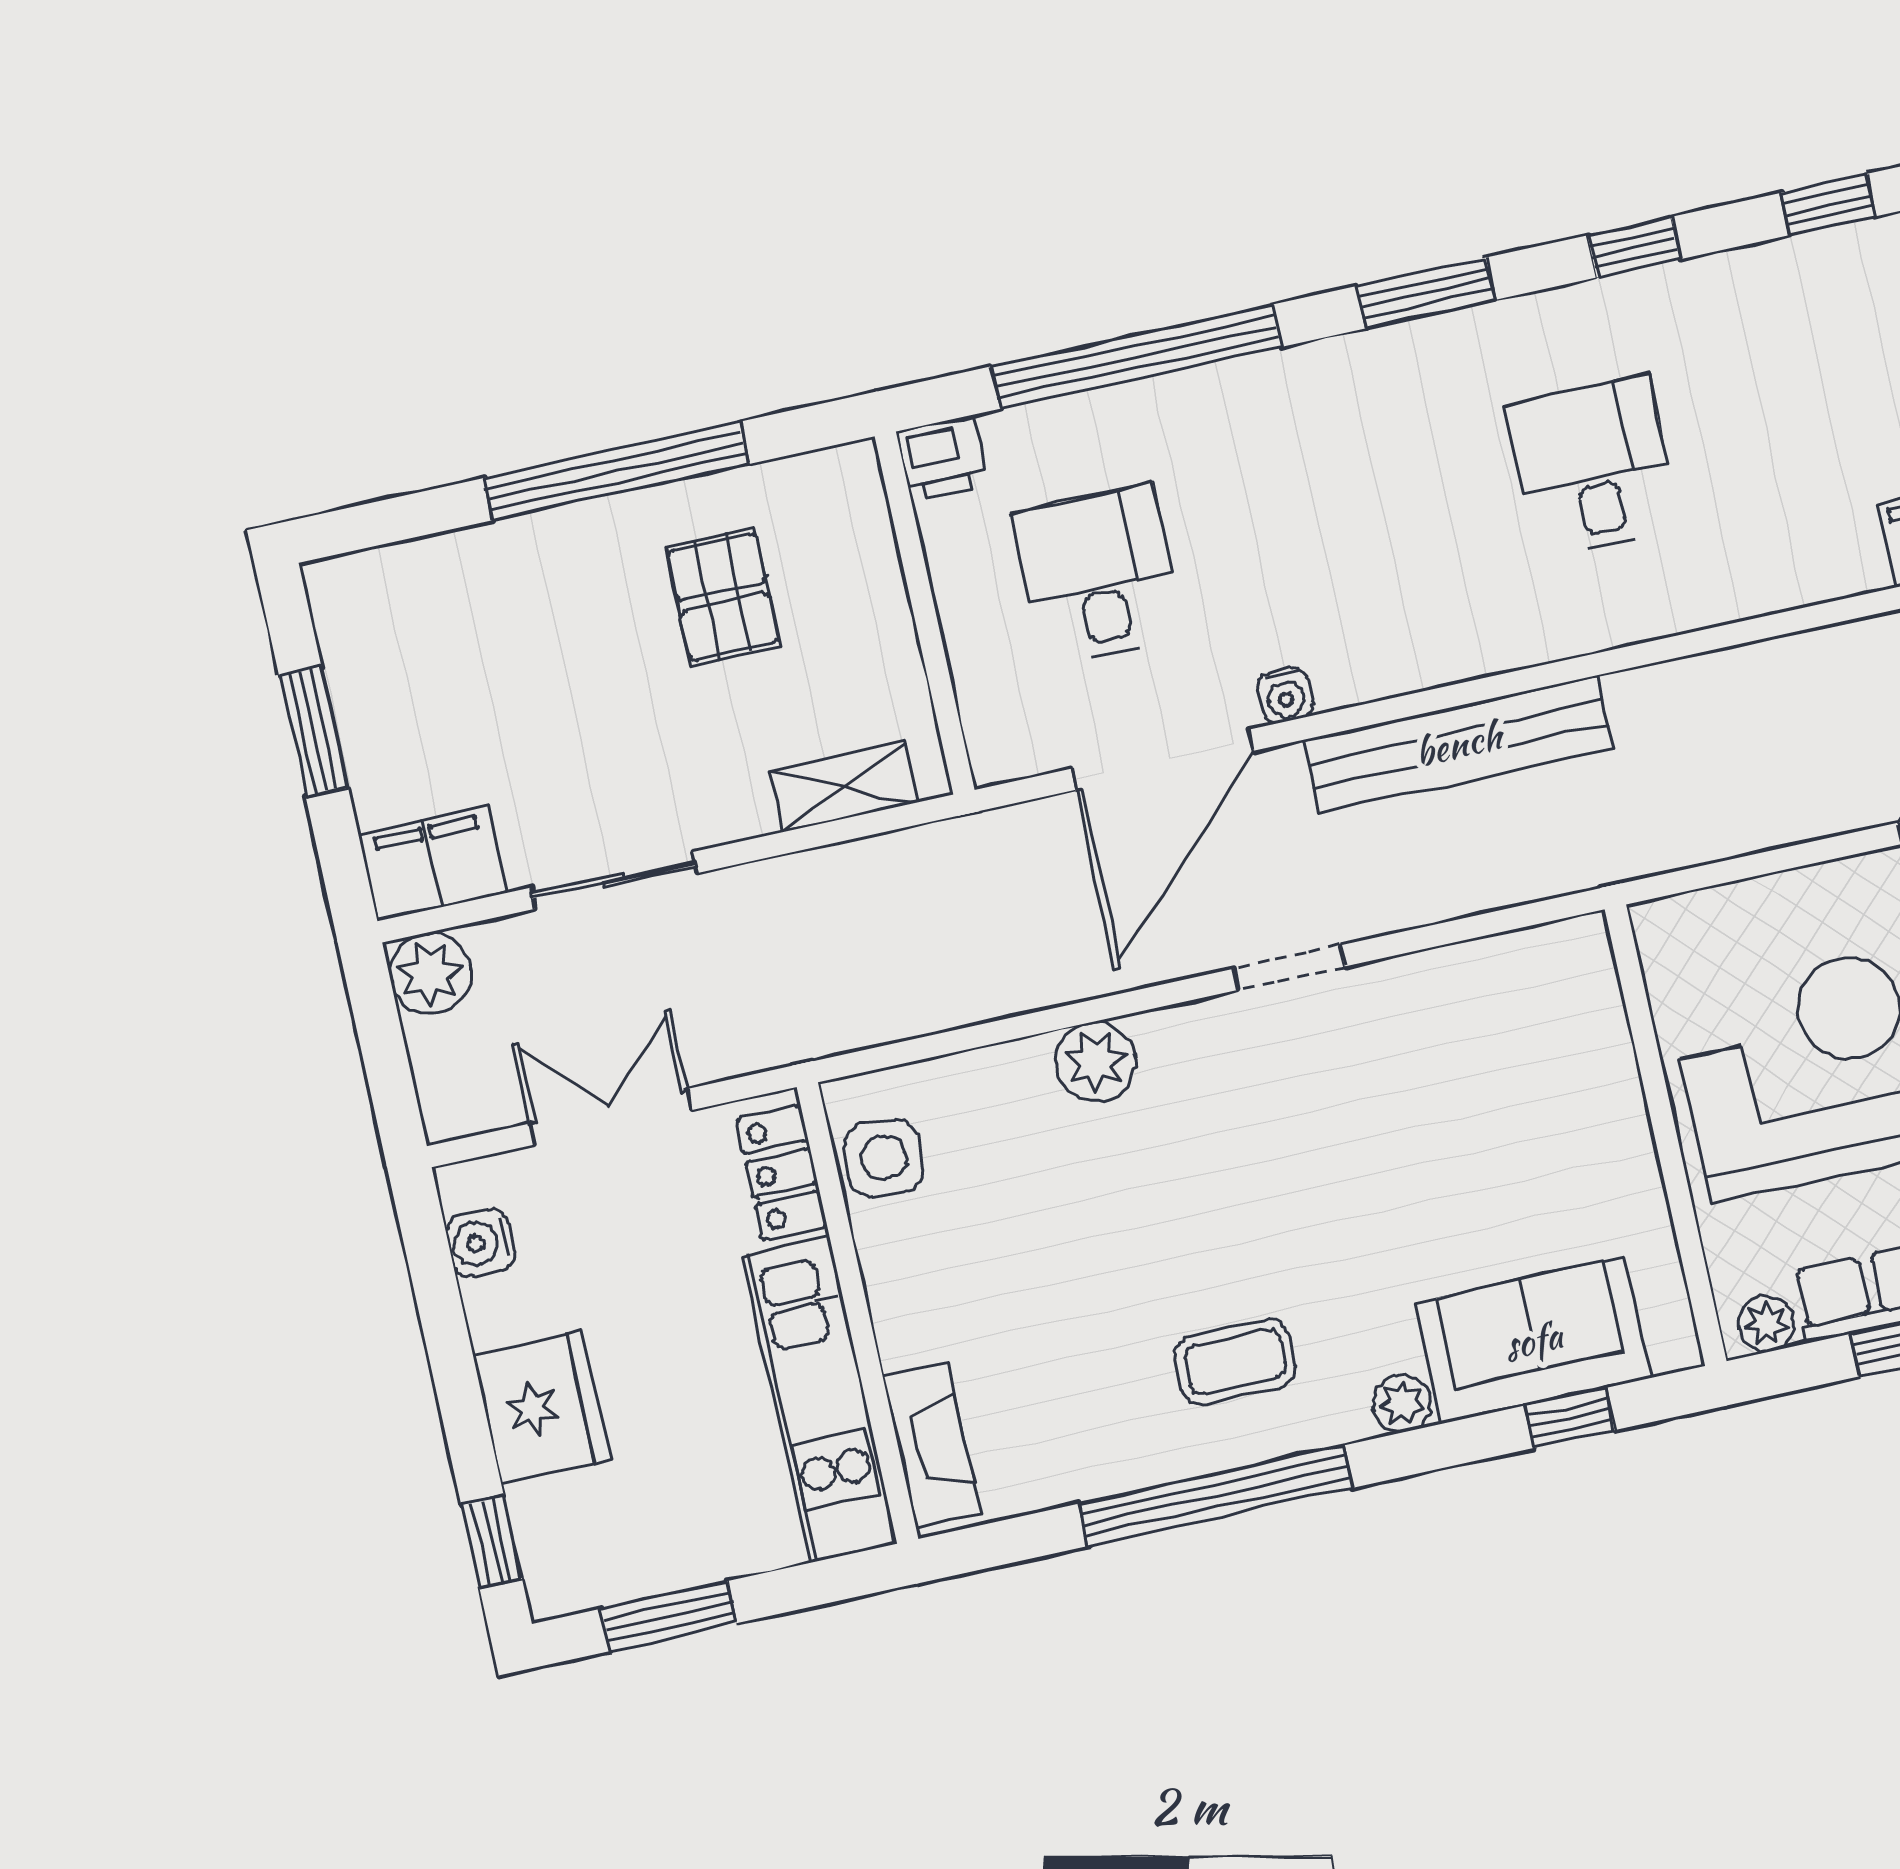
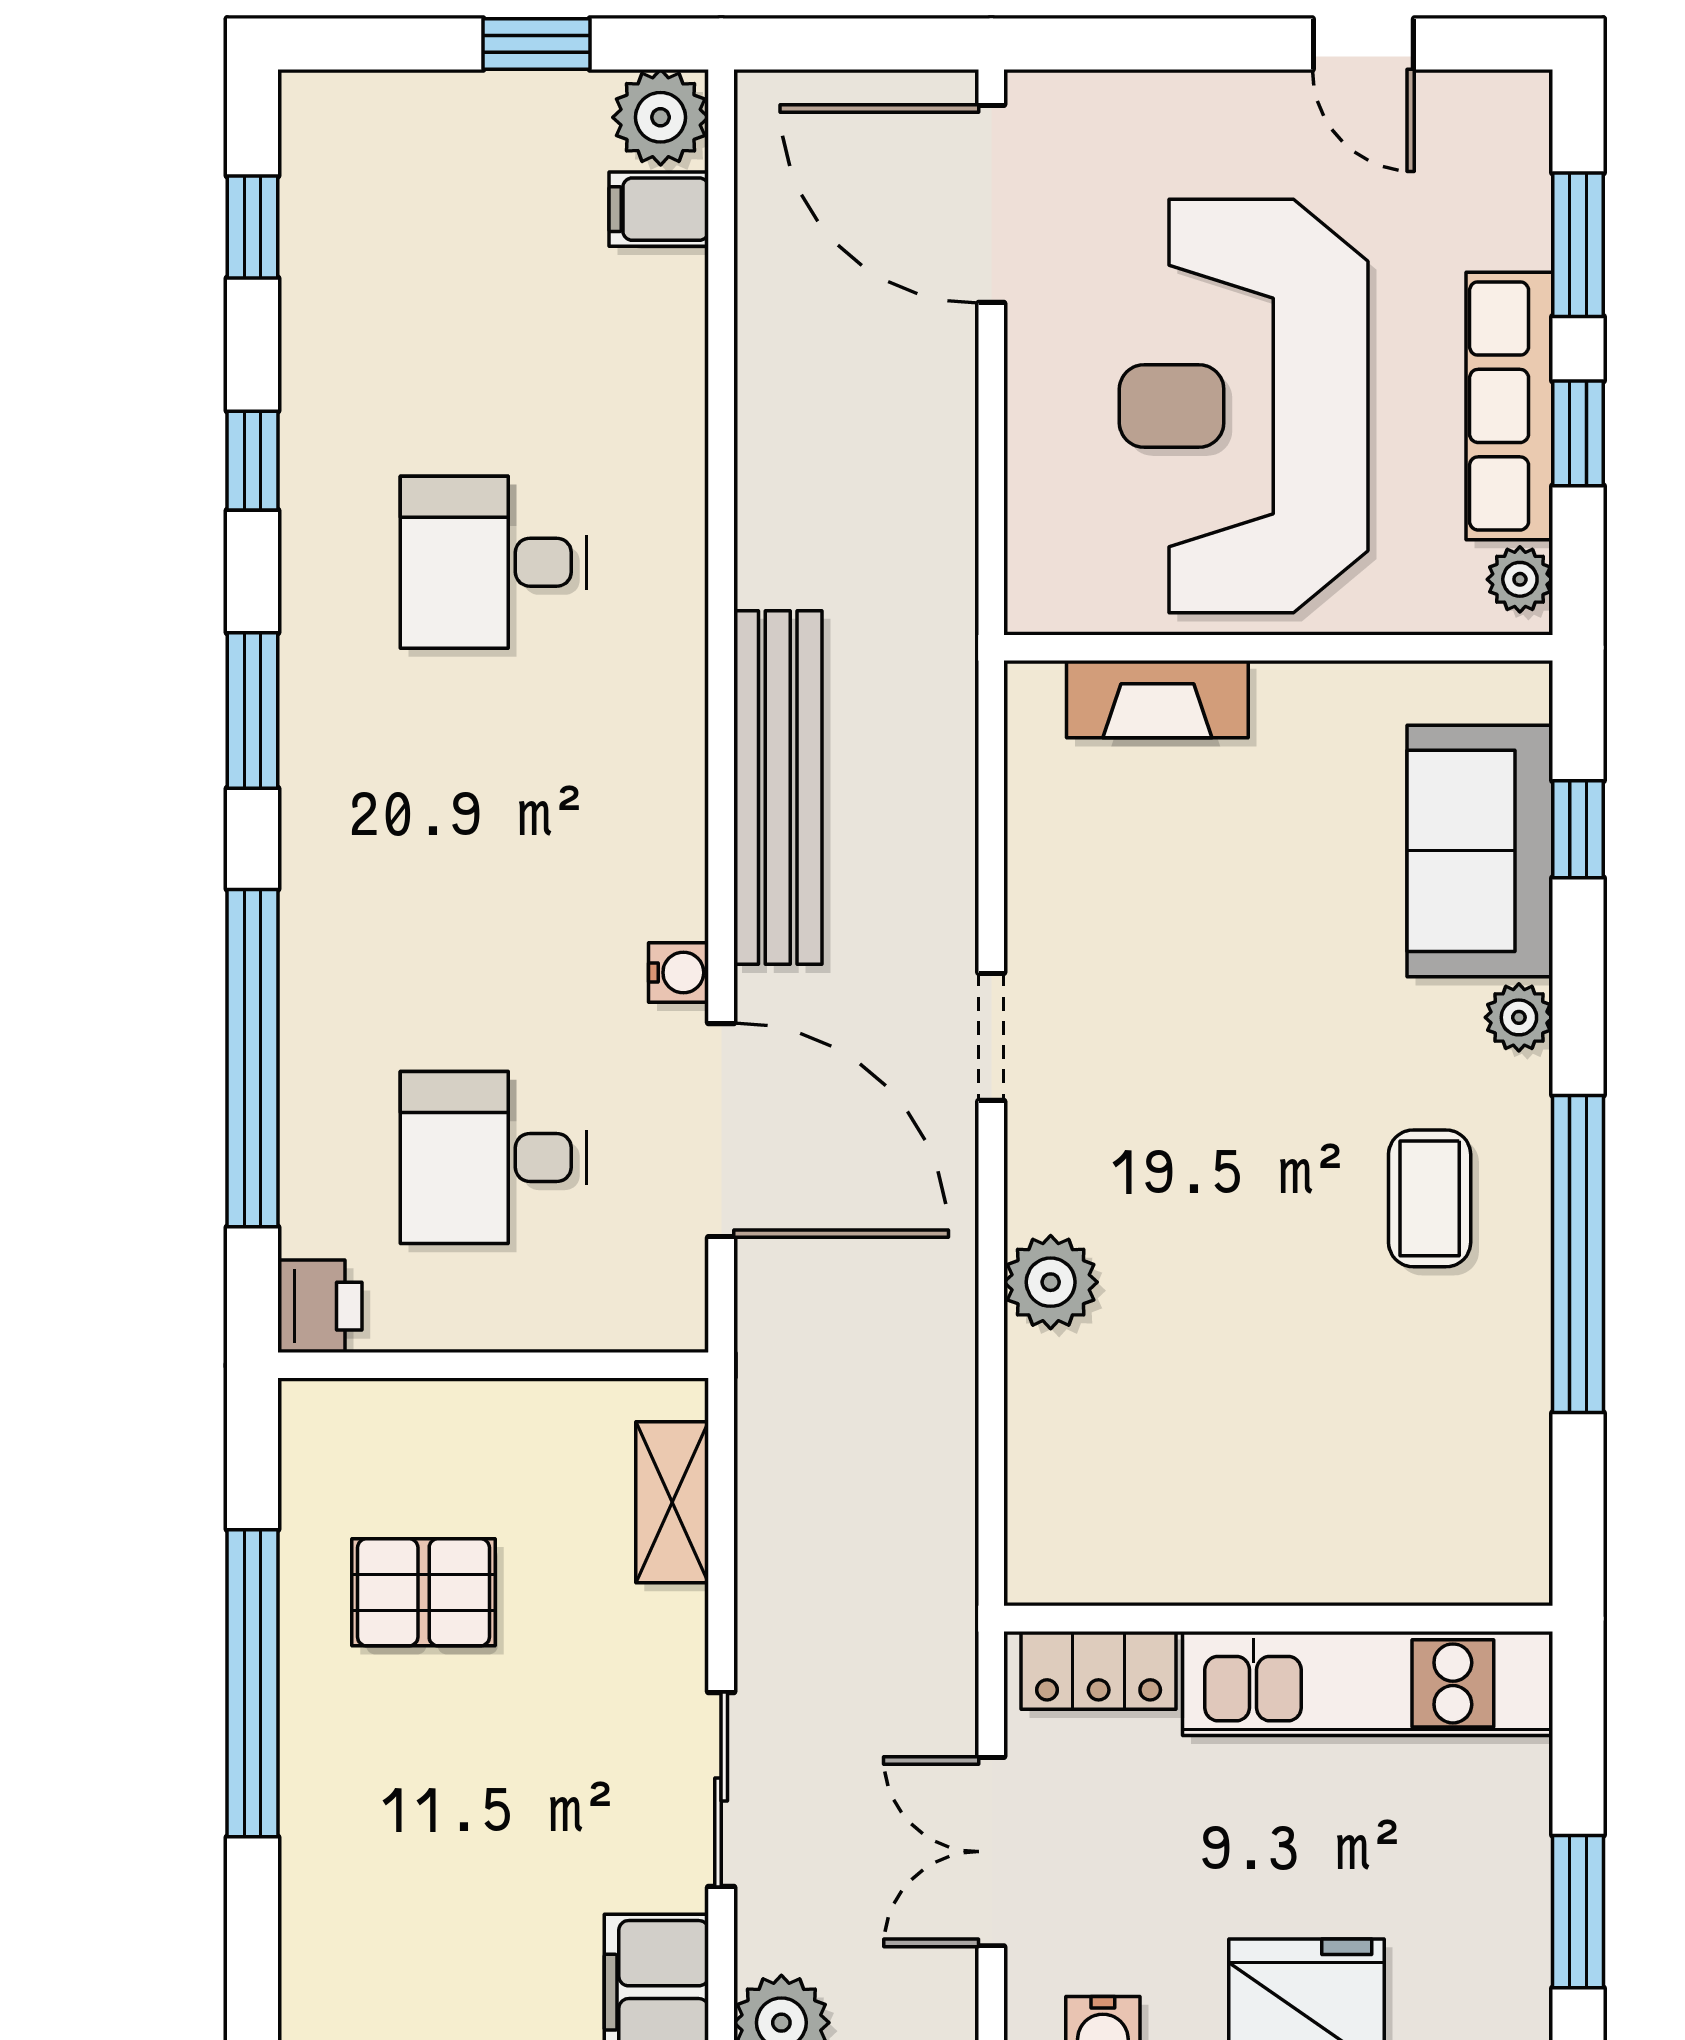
side table: (884, 1158) -> (1107, 1549), removed
fireplace: (931, 1445) -> (1157, 699), moved, turned 180

